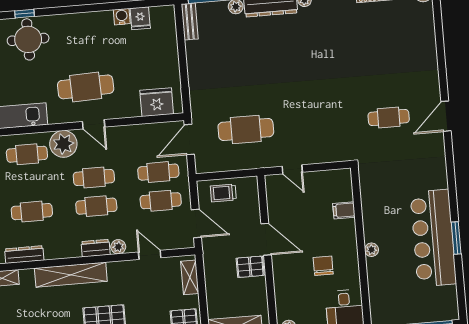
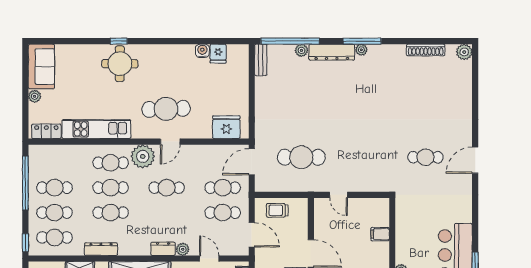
door: (94, 124) -> (170, 142), hinge flipped
cafe table: (96, 206) -> (111, 188), moved

